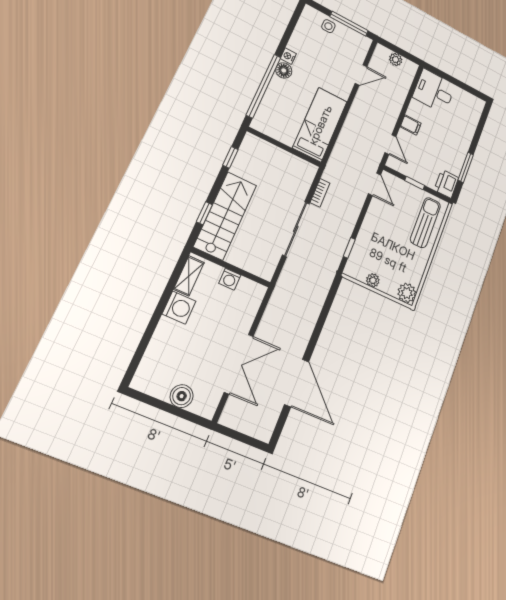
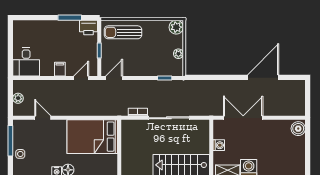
bed: (320, 125) -> (92, 137), width x1.50
double door: (239, 364) -> (243, 118), moved
boiler: (182, 396) -> (298, 129), moved

